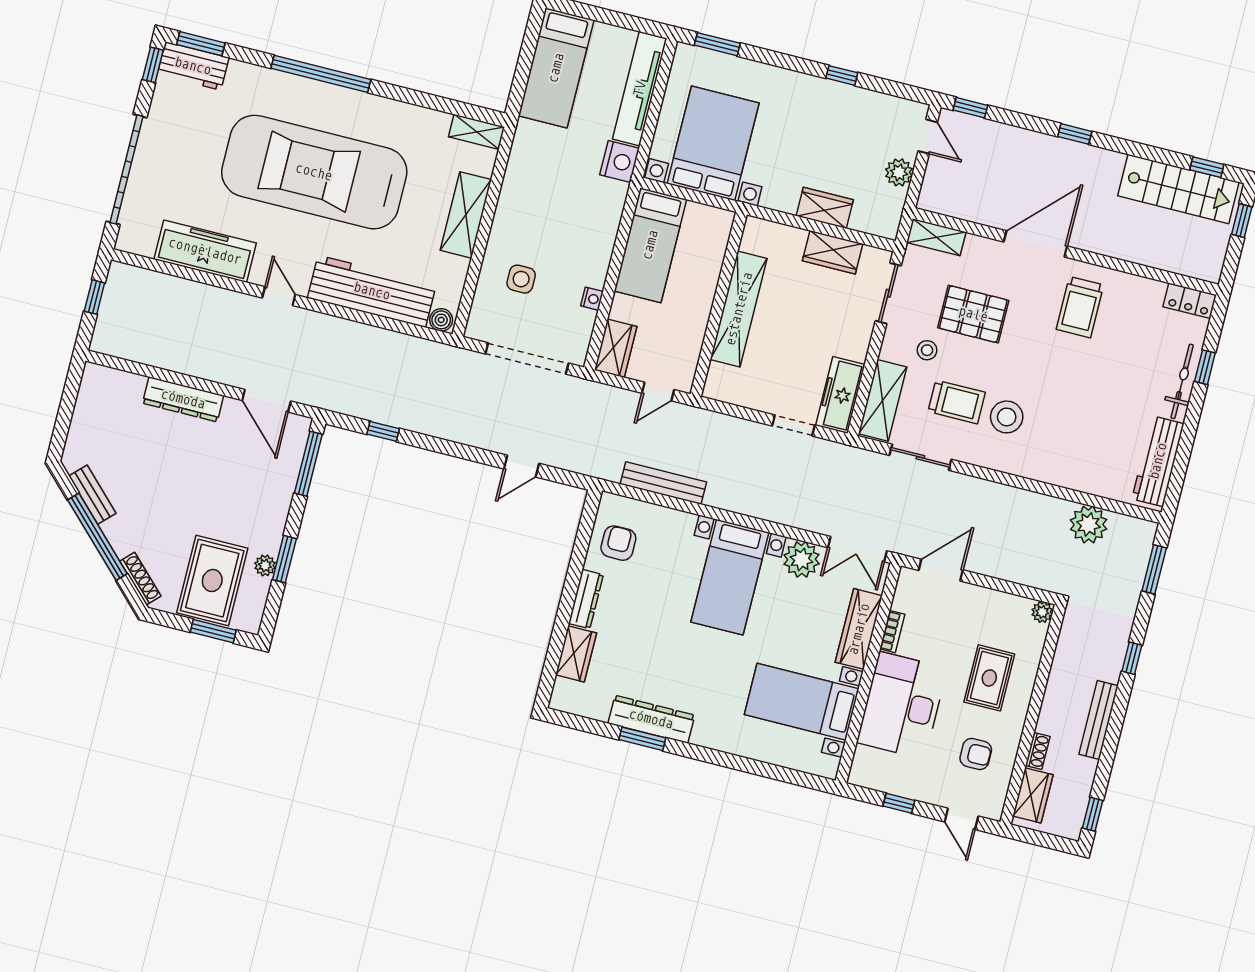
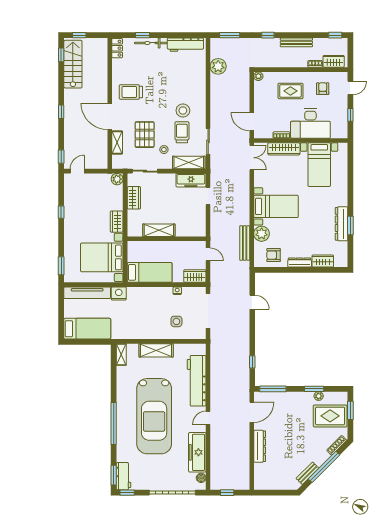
plant: (899, 172) -> (117, 179), moved
wardrobe: (825, 208) -> (117, 222), moved
shelving: (936, 237) -> (117, 142), moved
trolley: (1080, 307) -> (131, 92), turned 180
shelving: (739, 309) -> (159, 230), width x0.68
boiler: (441, 320) -> (201, 478), moved
plant: (802, 559) -> (262, 234), moved

